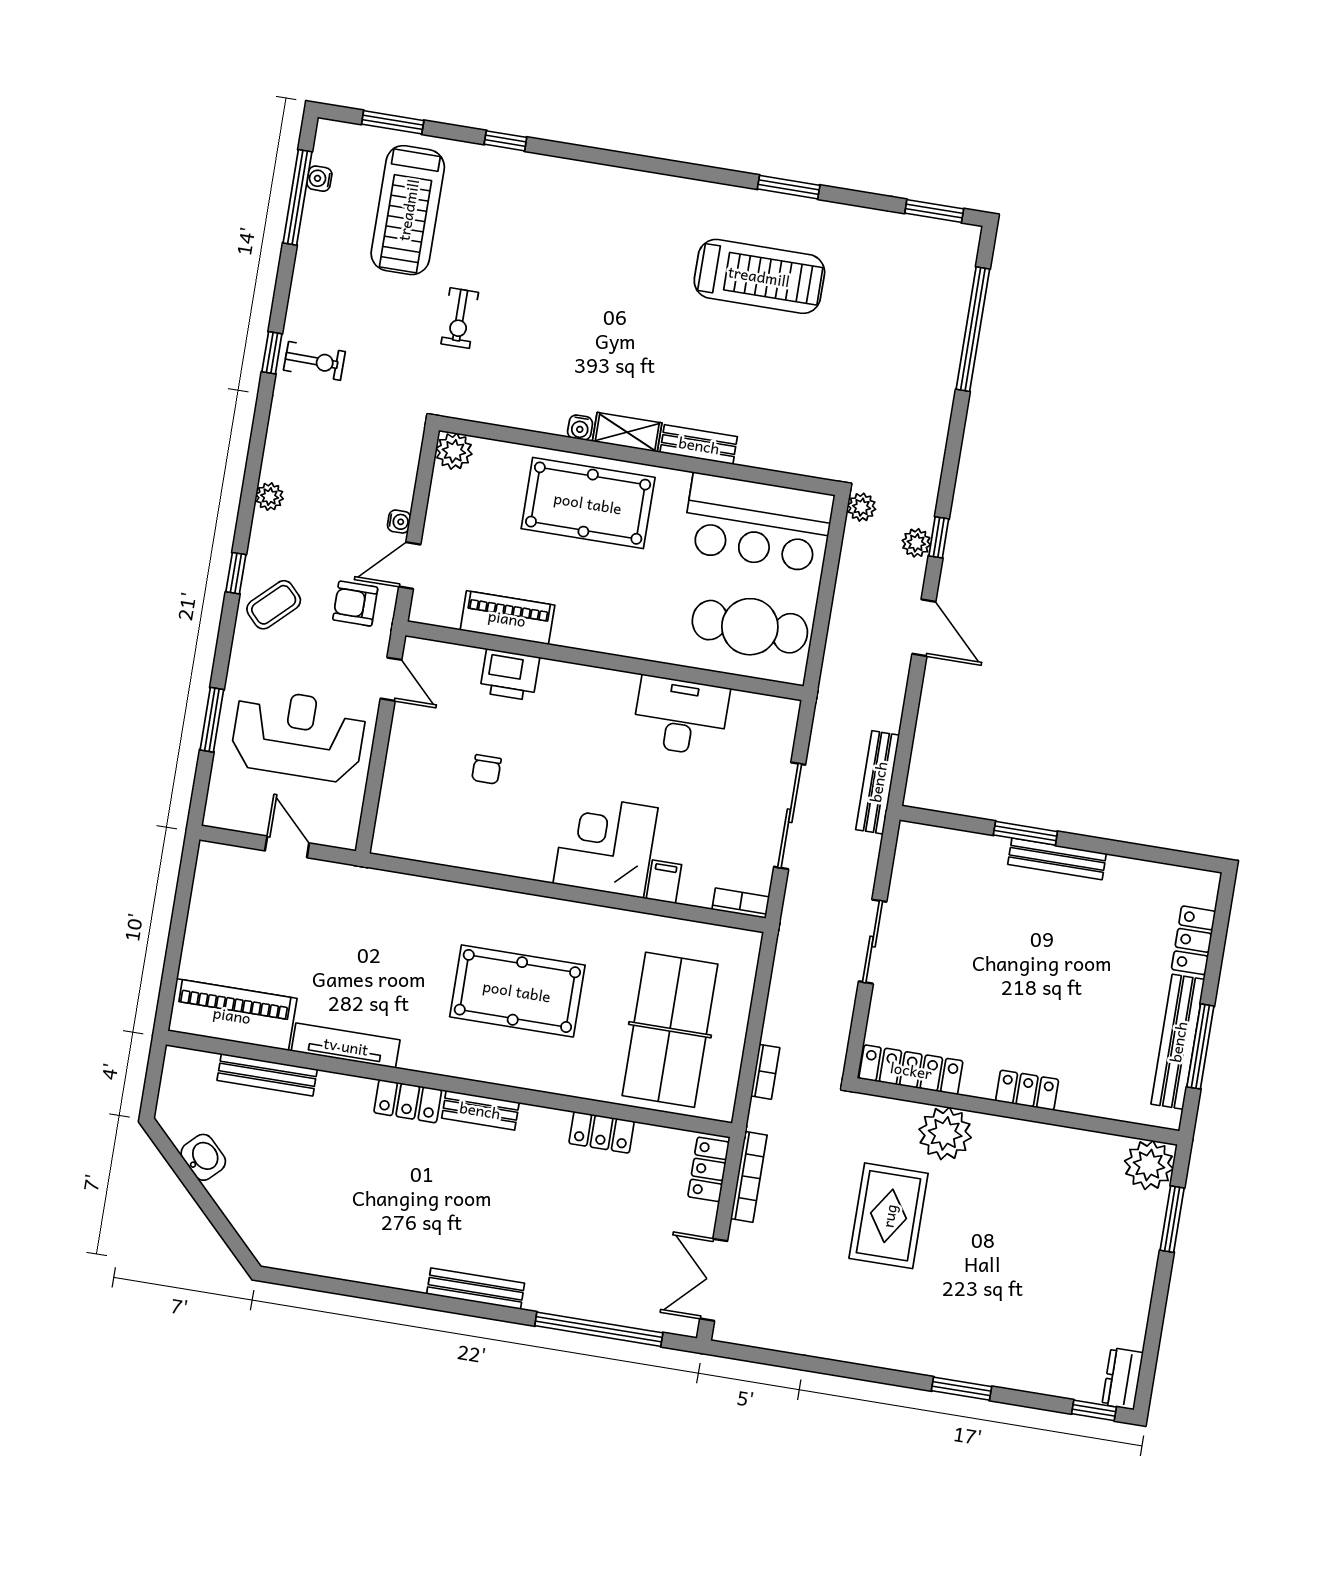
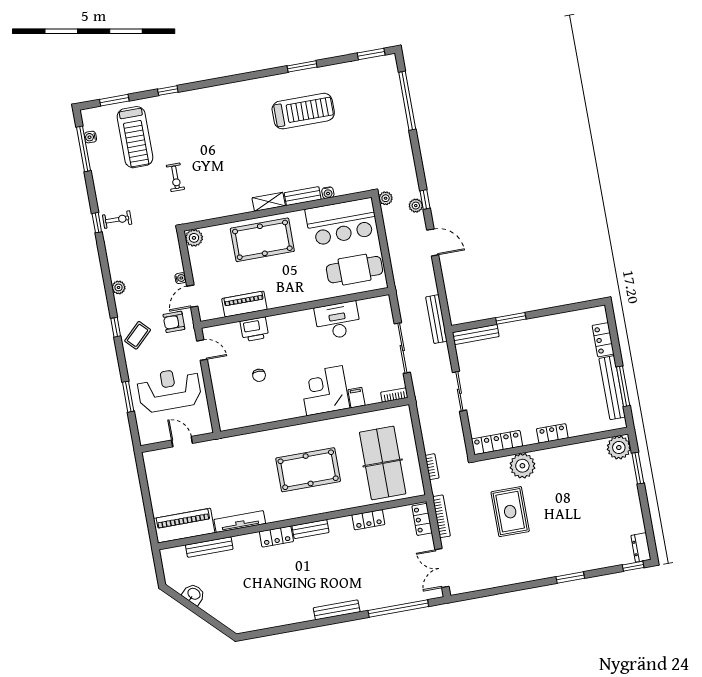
water cooler: (580, 428) -> (328, 193), moved
bench: (1057, 859) -> (476, 334), moved

